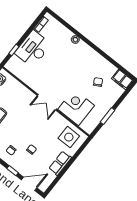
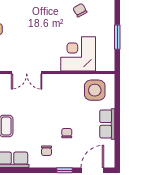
double door: (47, 102) -> (27, 72), moved

